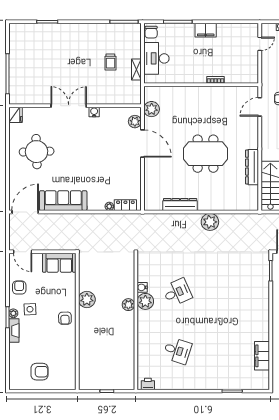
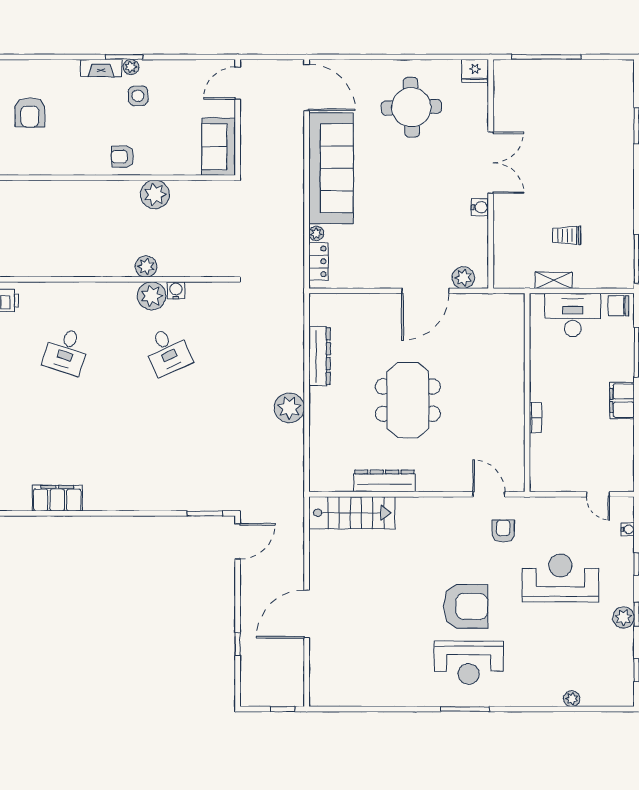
plant: (152, 109) -> (485, 307), removed
sofa: (63, 201) -> (331, 168), width x1.36, depth x1.27
armchair: (19, 288) -> (176, 77), removed

